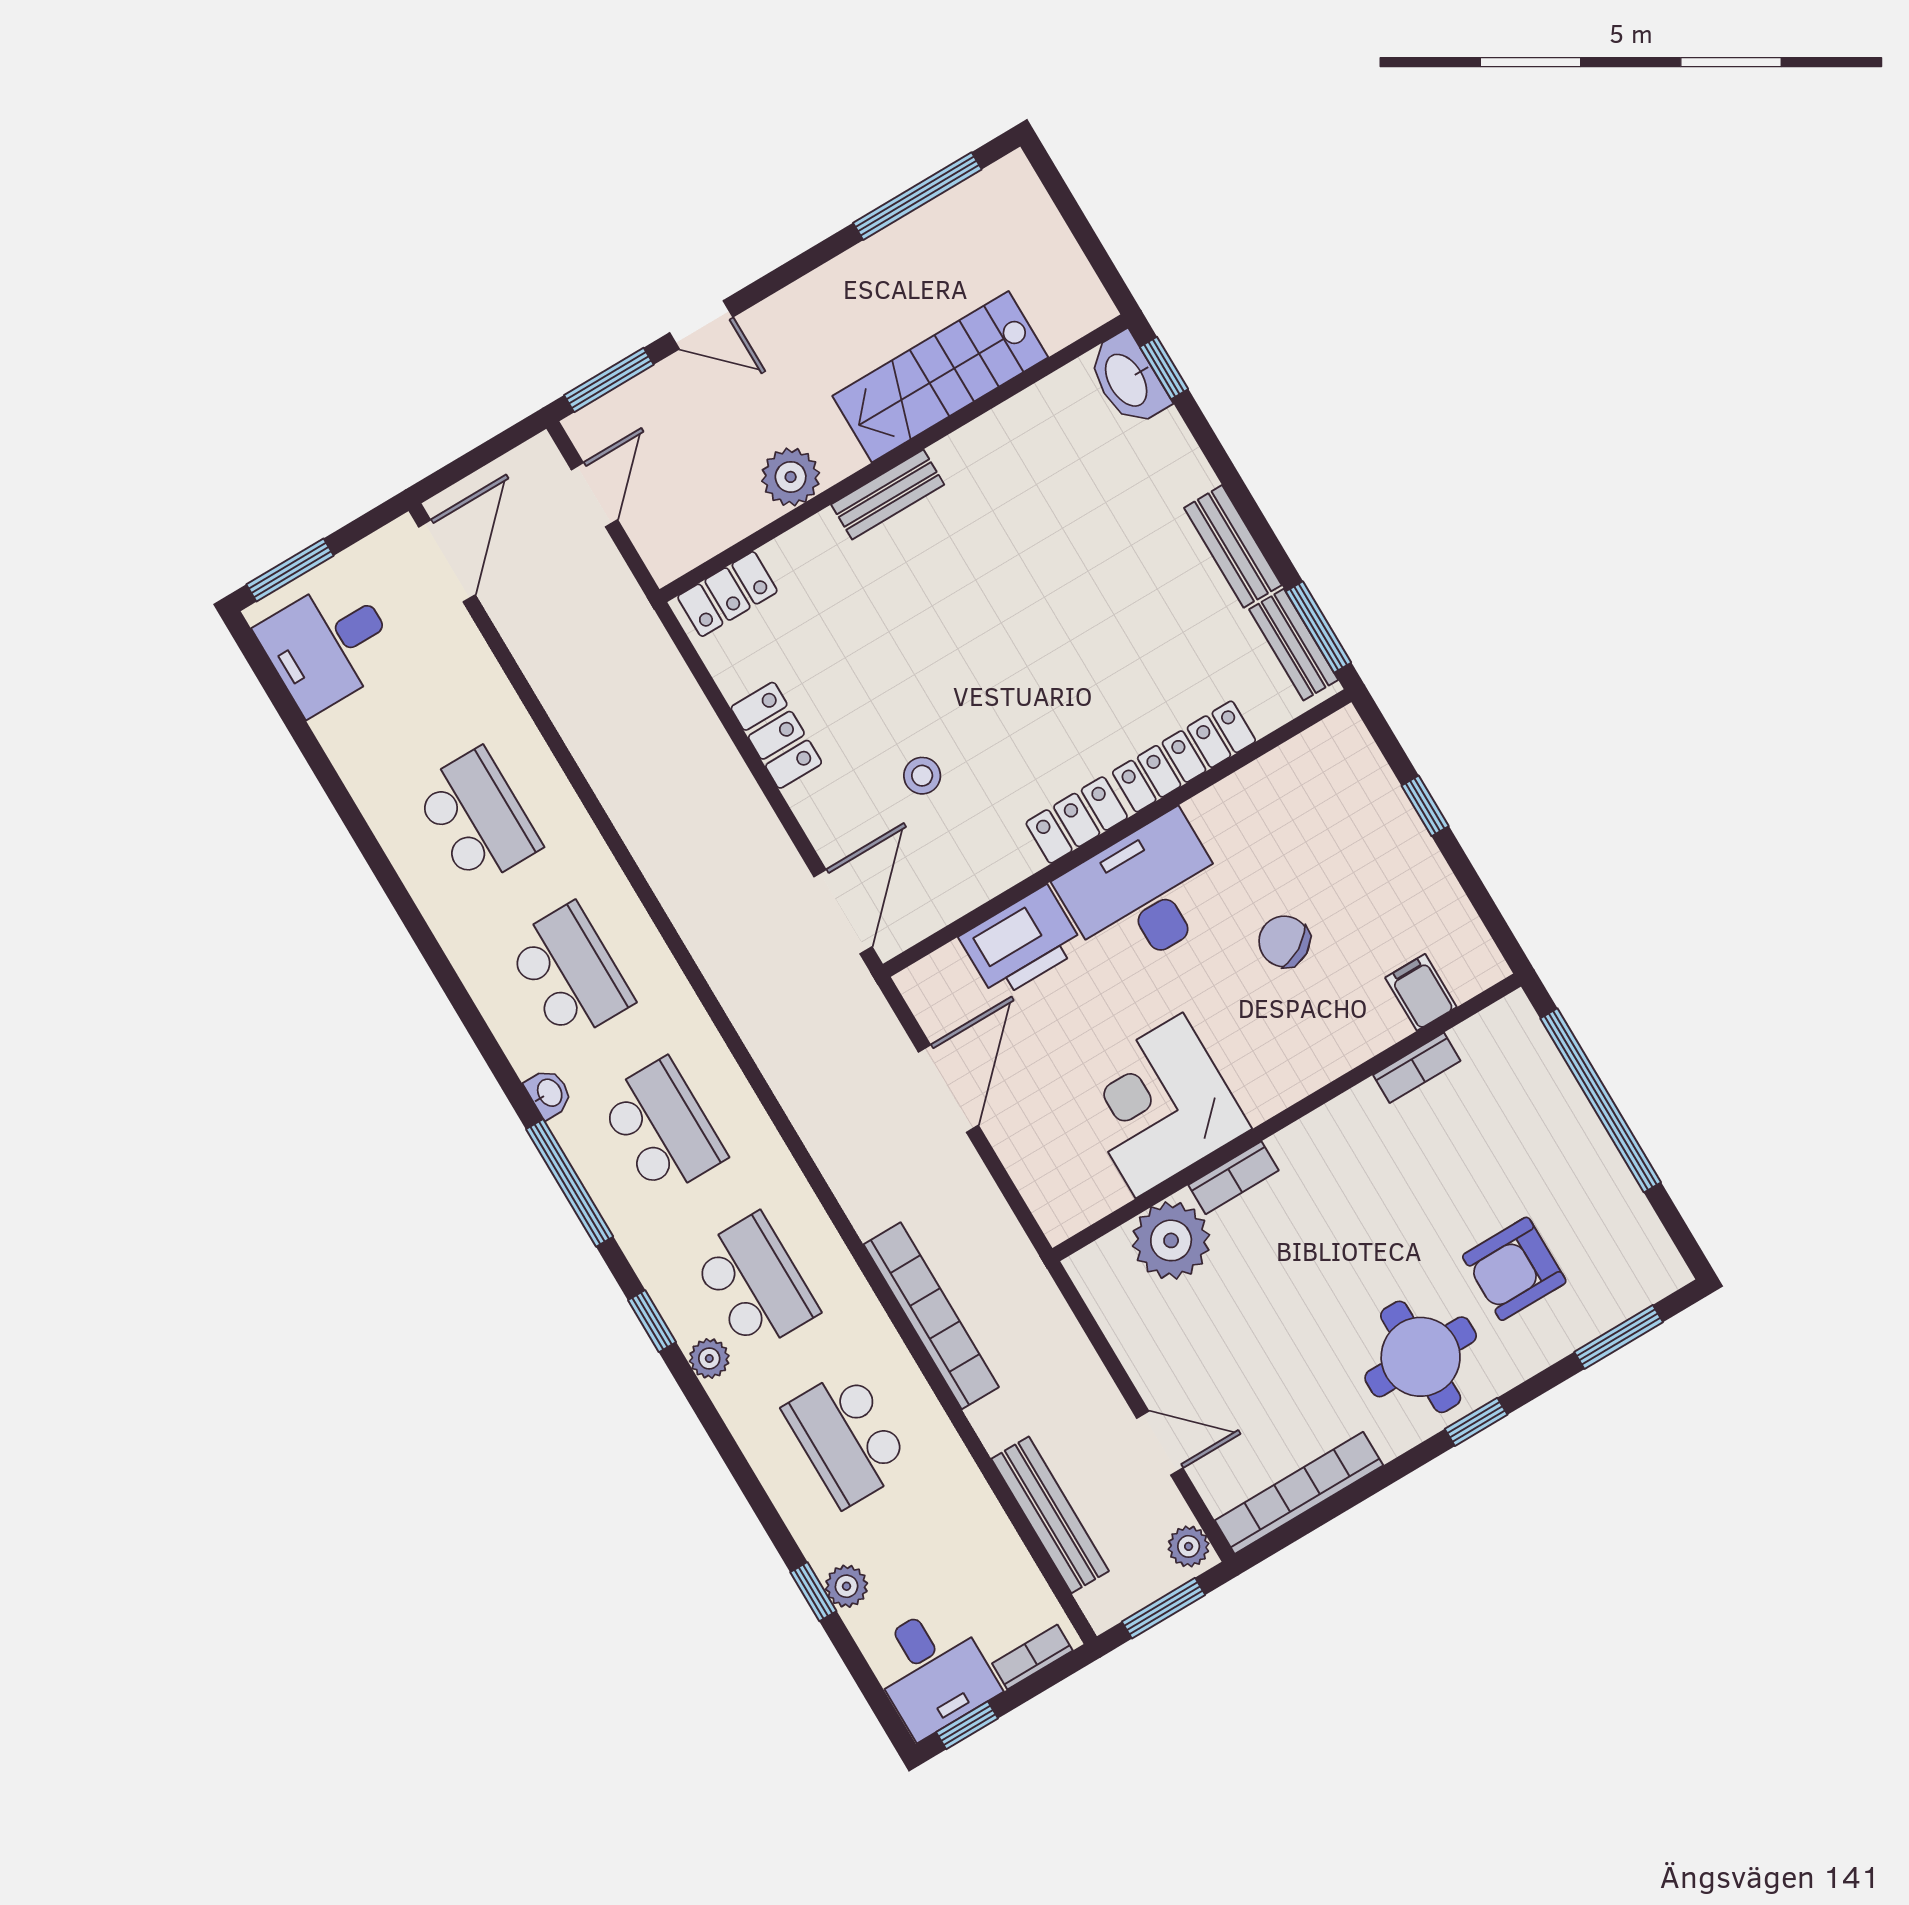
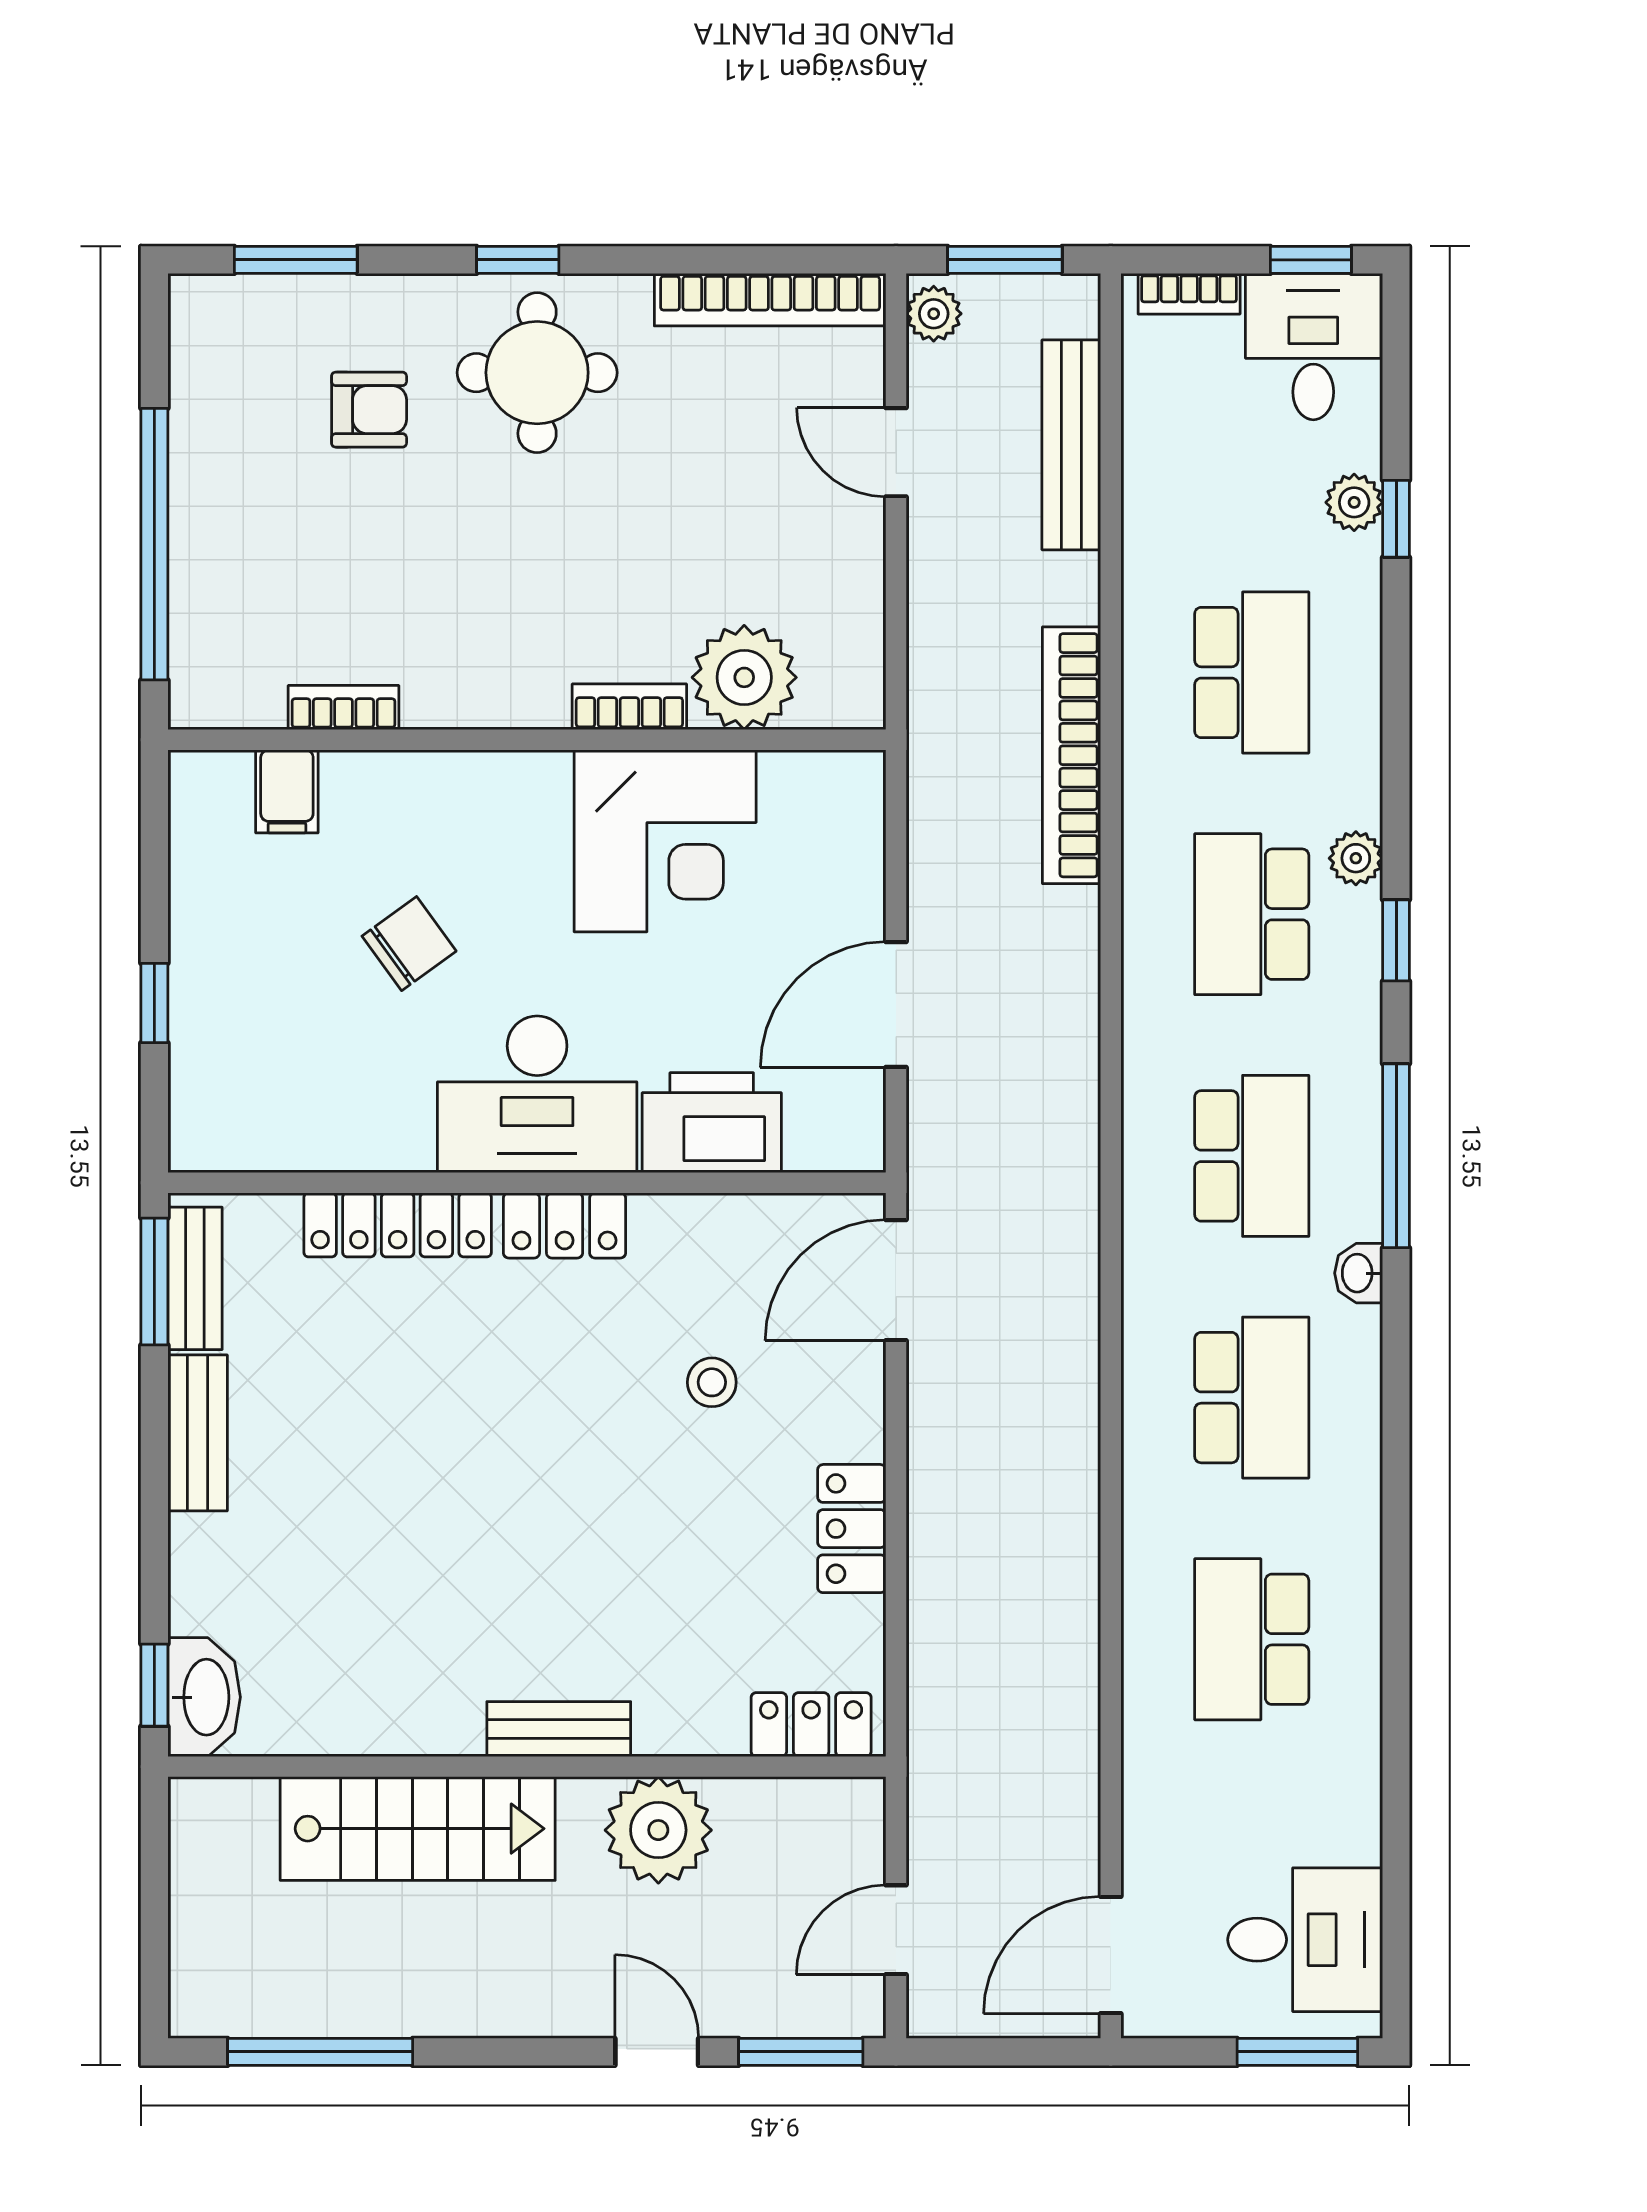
plant: (791, 477) -> (658, 1830), width x1.36, depth x1.36
chair: (1284, 941) -> (409, 944), turned -95
school desk: (570, 972) -> (1252, 1398), turned 180
school desk: (662, 1128) -> (1252, 1156), turned 180
armchair: (1514, 1269) -> (369, 410), width x0.72, depth x0.72

